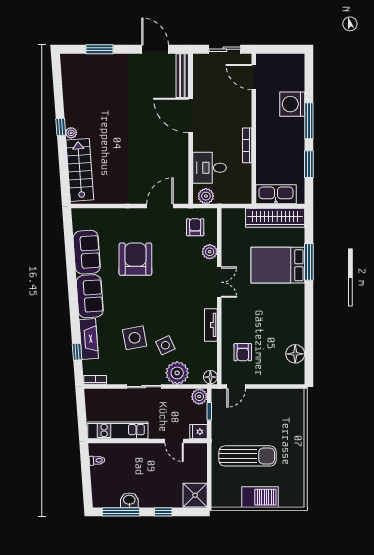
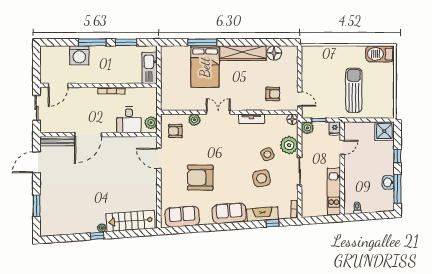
wardrobe: (275, 218) -> (243, 53), moved, turned 90
sofa: (87, 252) -> (182, 217), moved
barbecue: (260, 497) -> (380, 54), moved, turned -90

